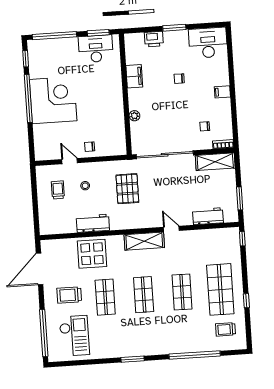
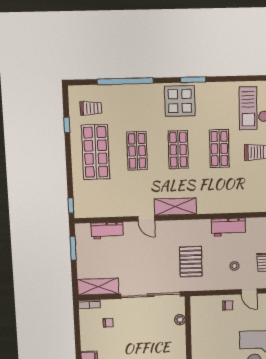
plant: (134, 116) -> (180, 320), moved
display table: (92, 254) -> (180, 101), moved
window: (246, 301) -> (67, 125), moved

